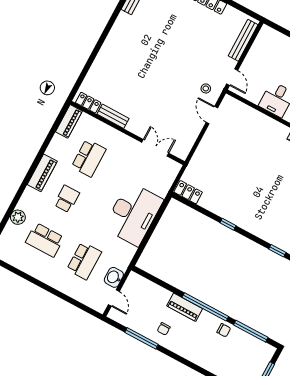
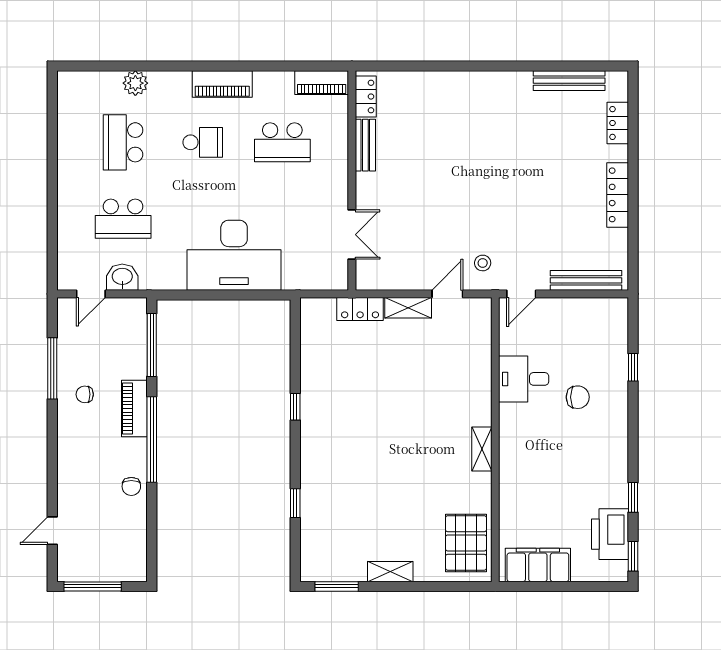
shelving: (208, 139) -> (408, 308), added
locker: (188, 192) -> (360, 309), moved, turned 90
window: (251, 331) -> (152, 345), moved

